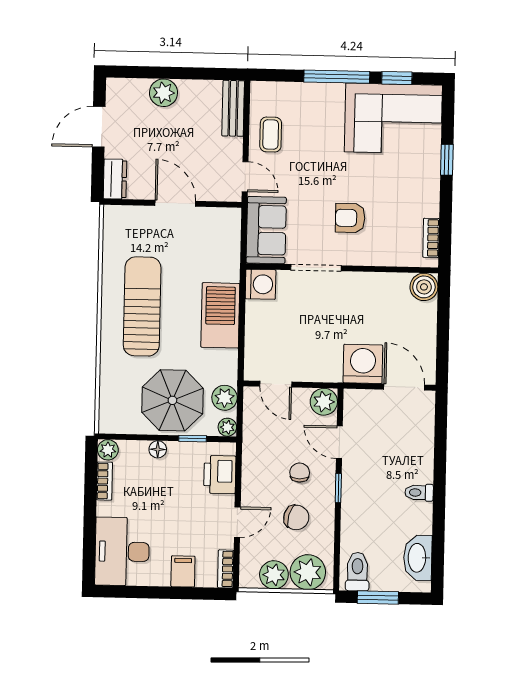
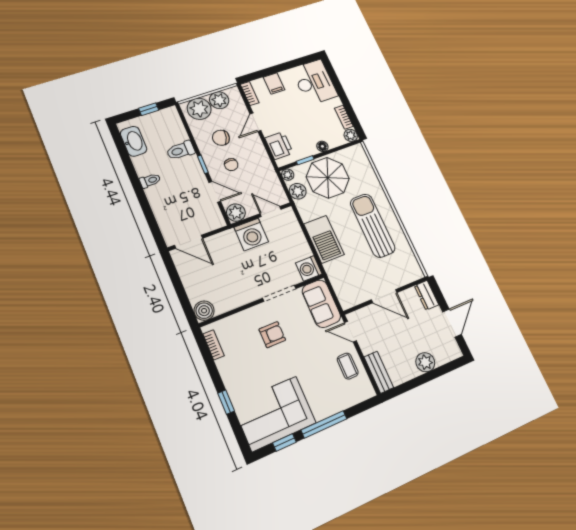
sun lounger: (142, 306) -> (373, 226), turned 180
washing machine: (363, 364) -> (251, 234), moved
toilet: (357, 572) -> (181, 150), moved, turned 90
window: (378, 598) -> (149, 109), width x0.67

